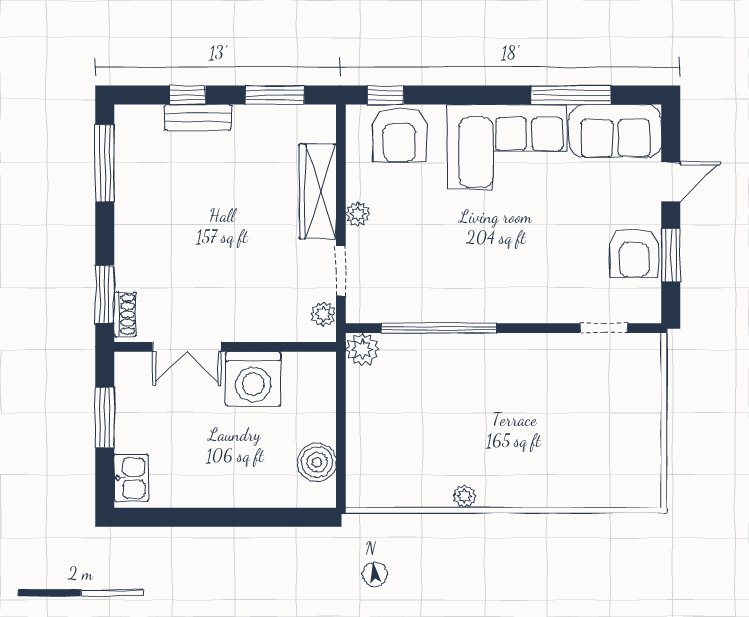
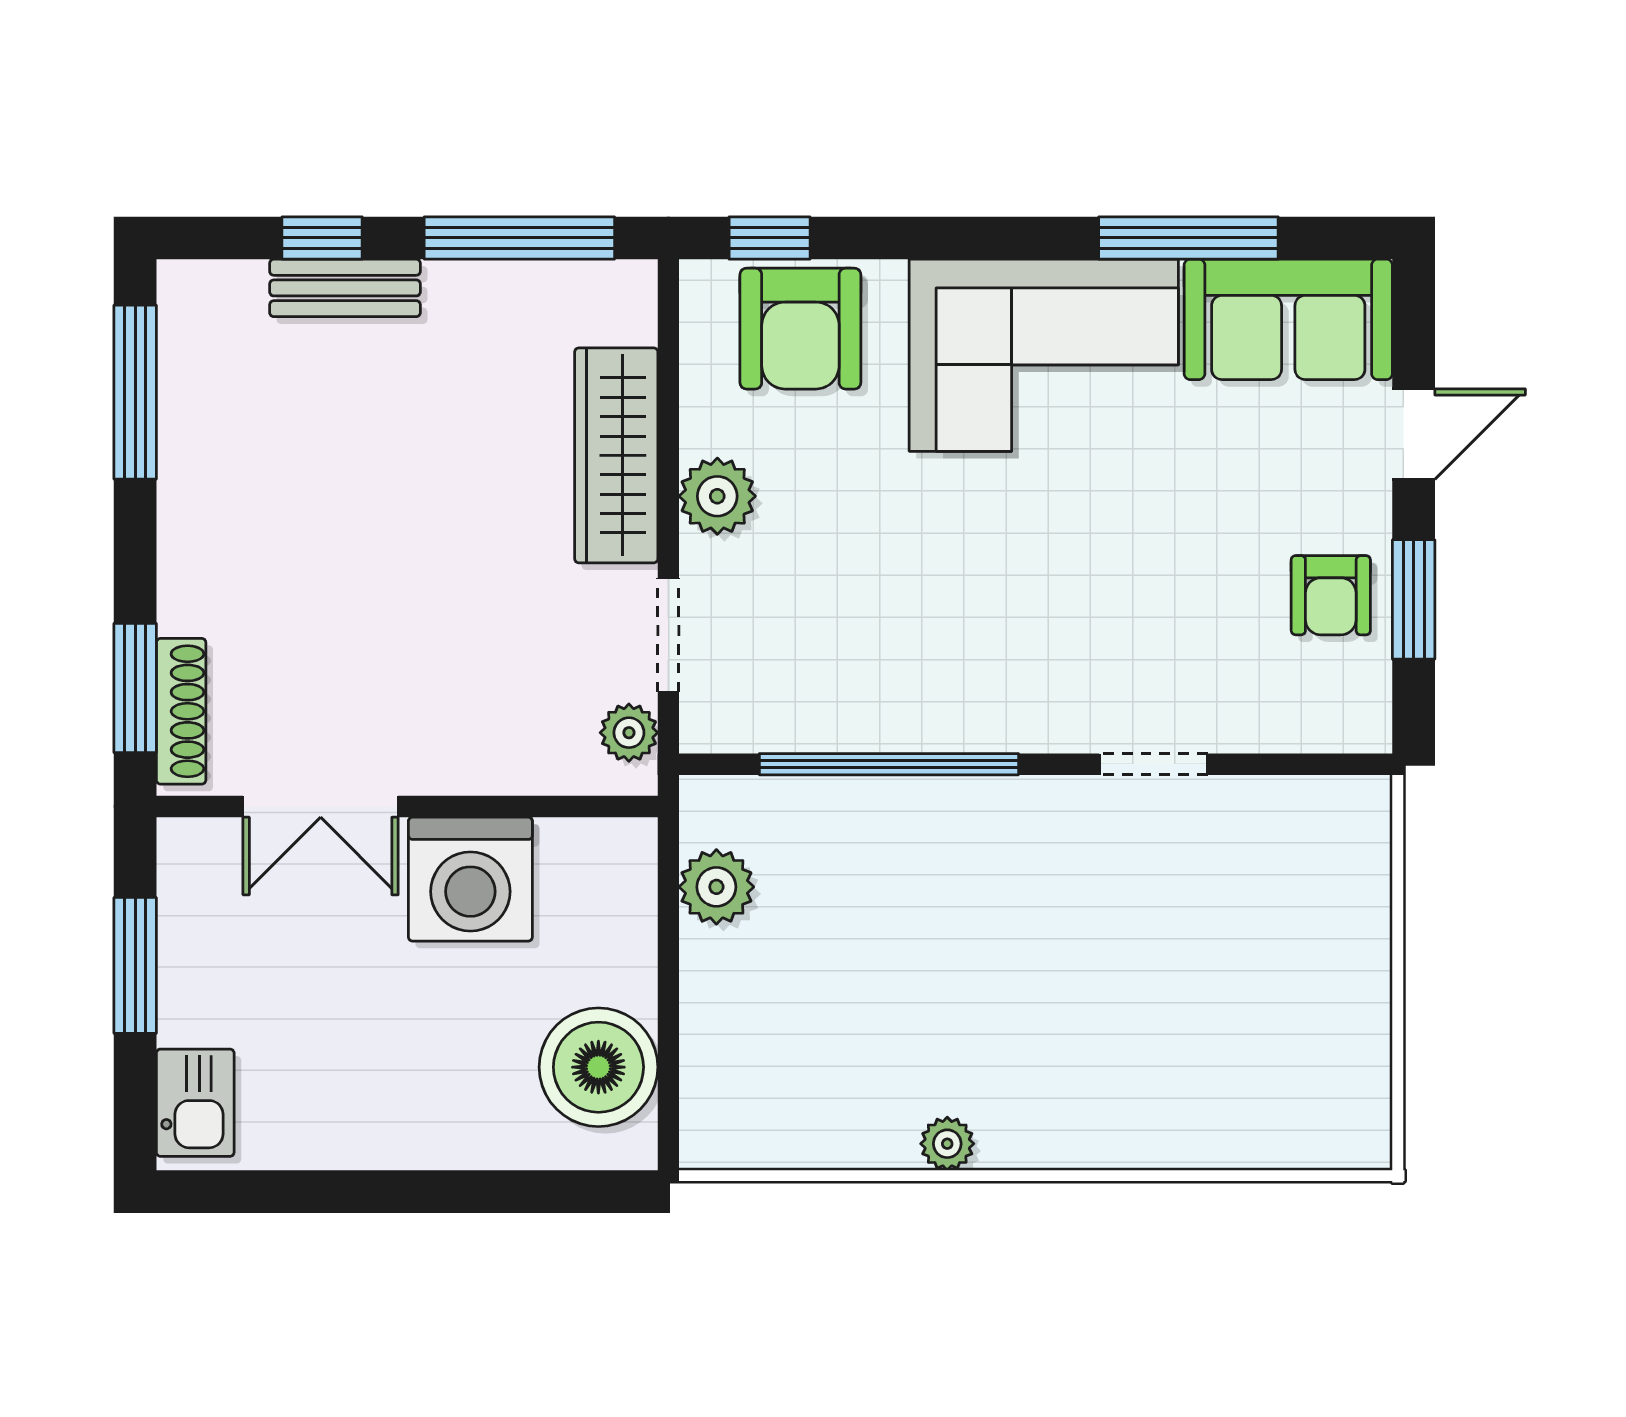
window: (275, 95) -> (519, 238), width x1.44
plant: (358, 214) -> (717, 496), width x1.38, depth x1.38
armchair: (634, 253) -> (1331, 595), width x0.72, depth x0.72
shoe rack: (125, 314) -> (181, 711), width x1.43
doorway: (604, 328) -> (1153, 764), moved
plant: (362, 349) -> (716, 887), moved
boiler: (317, 462) -> (598, 1067), width x1.37, depth x1.37

